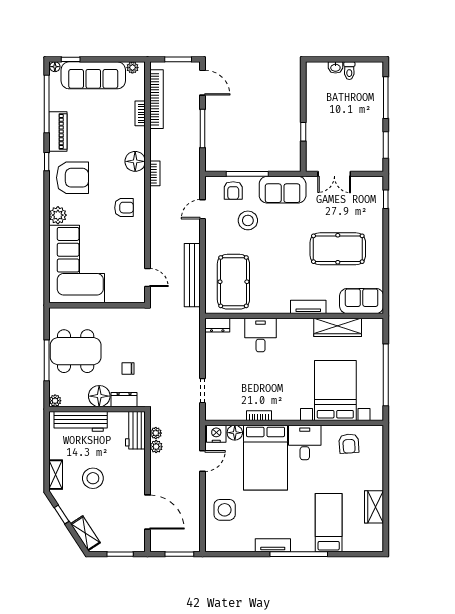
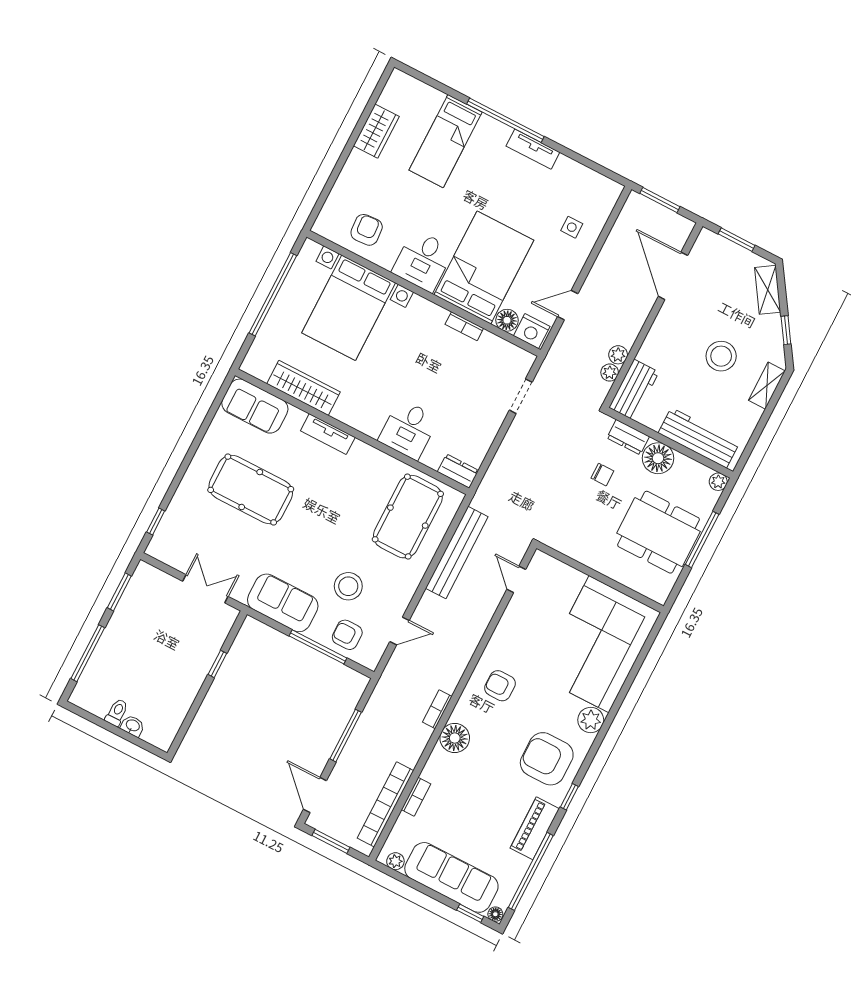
armchair: (233, 191) -> (347, 635), turned -90
side table: (225, 510) -> (572, 227), width x0.54, depth x0.54

